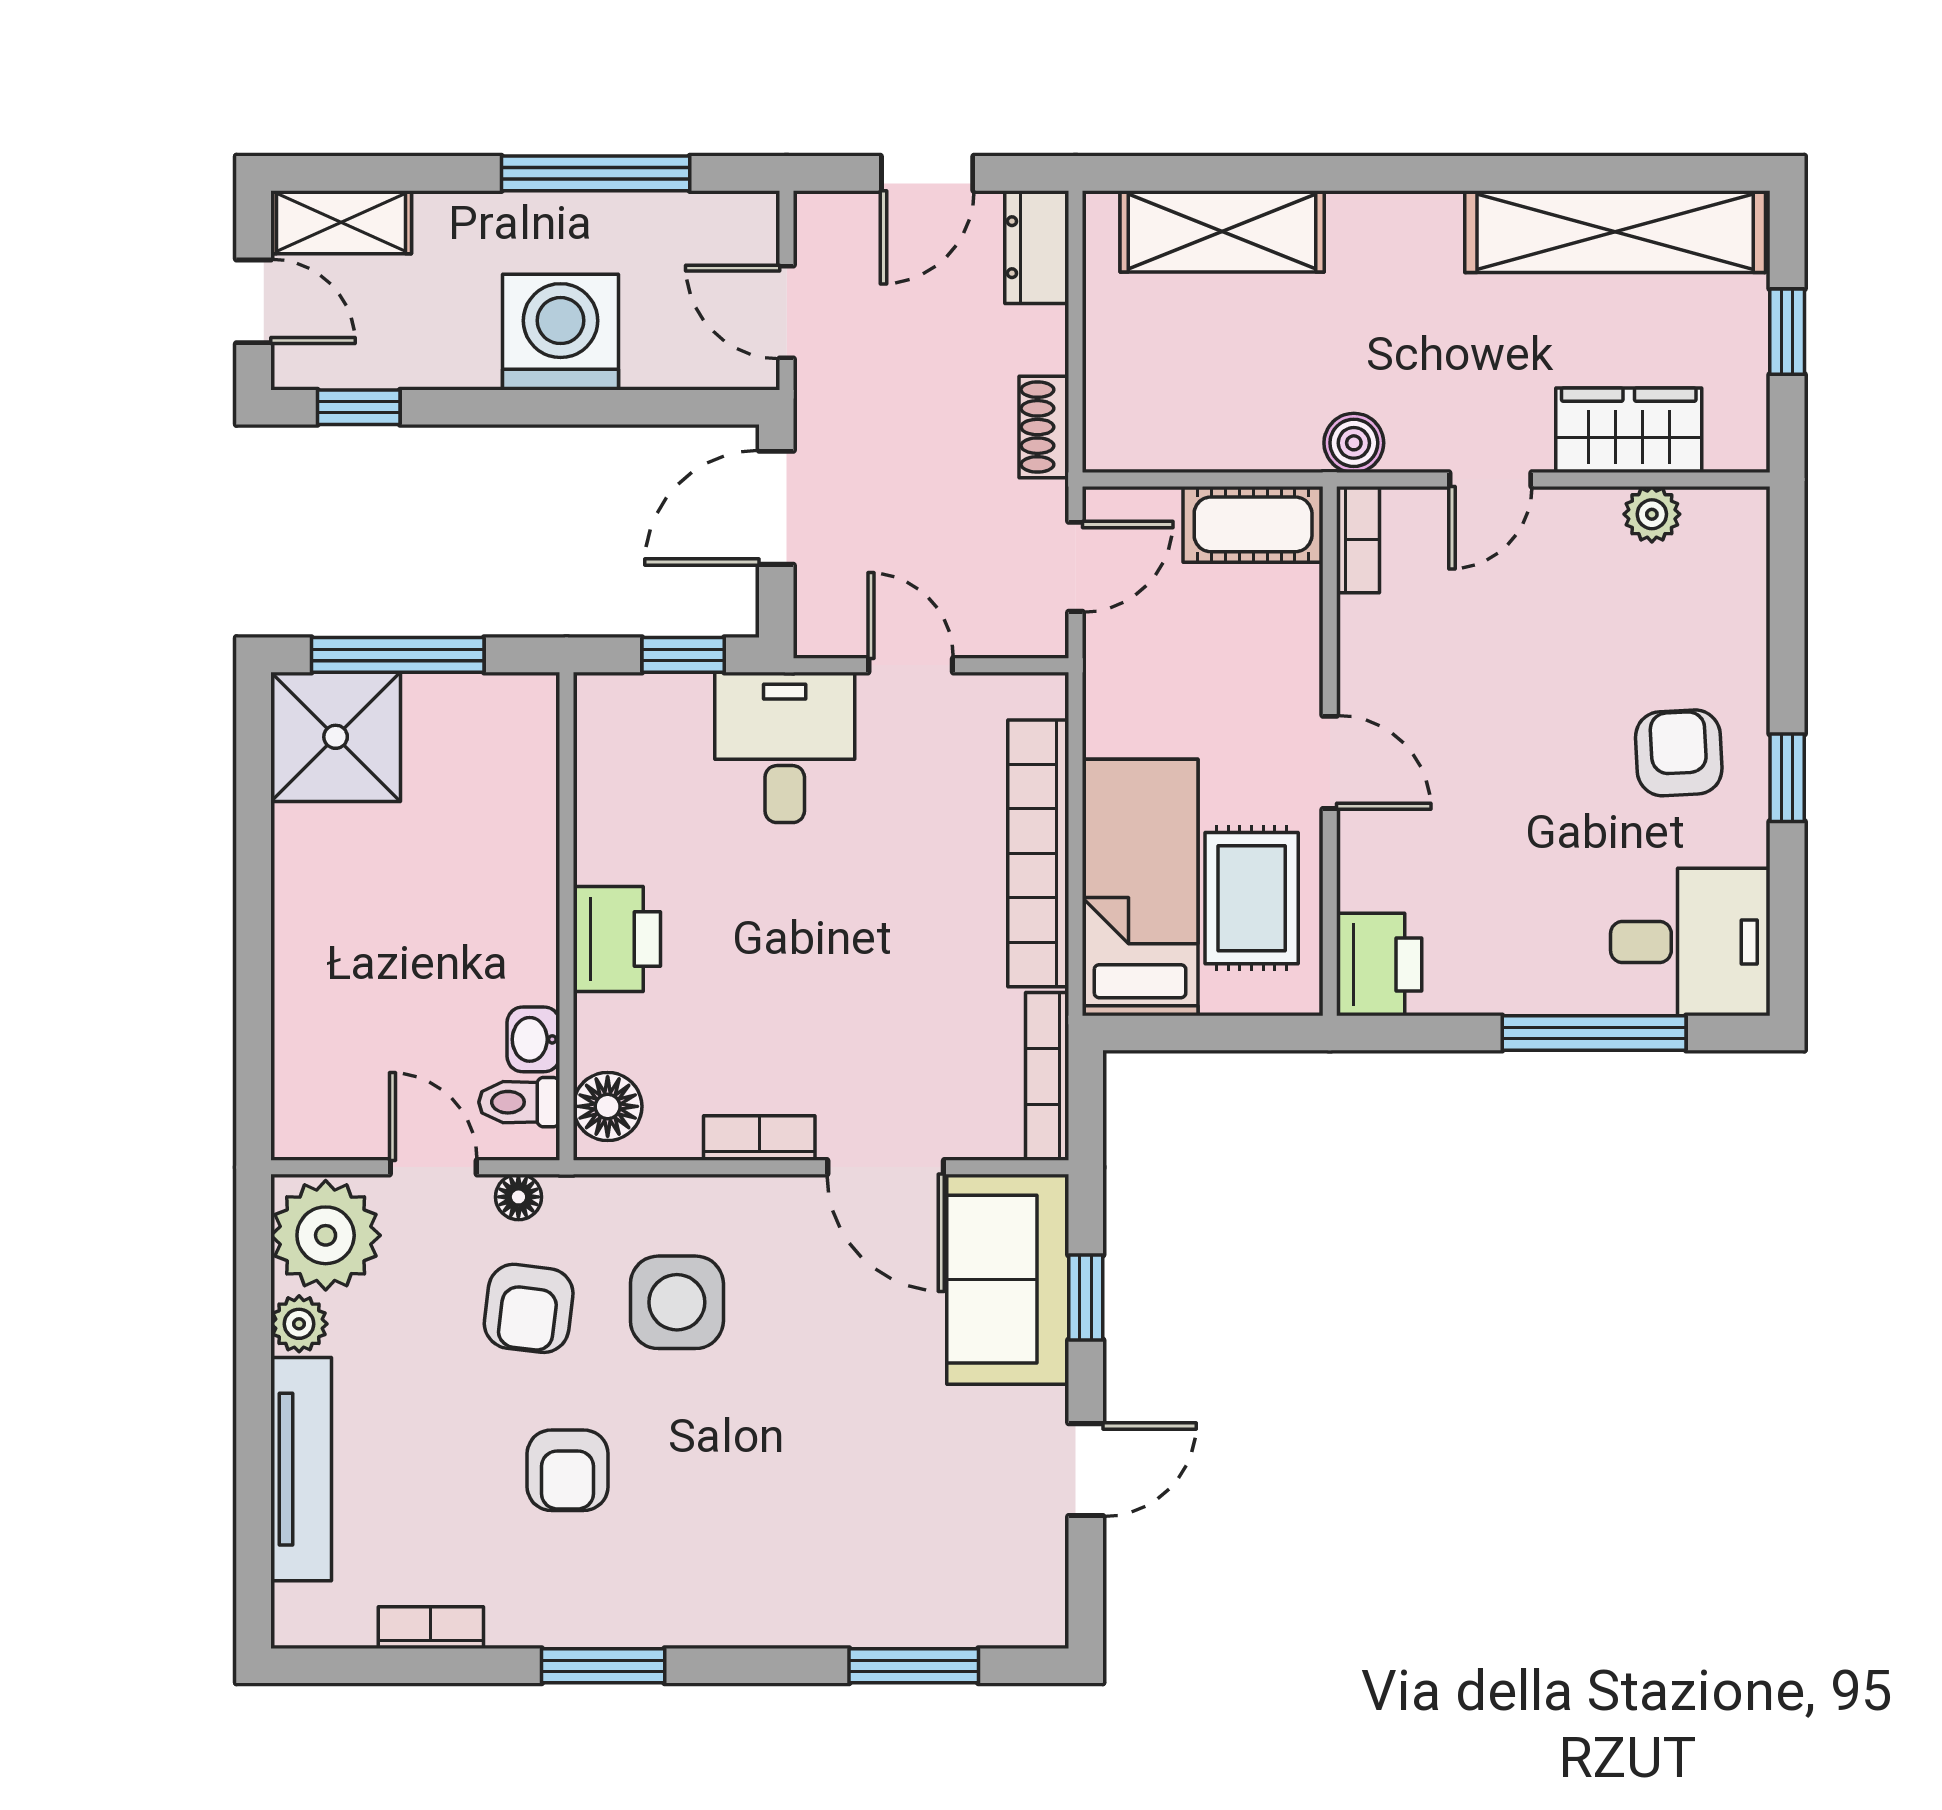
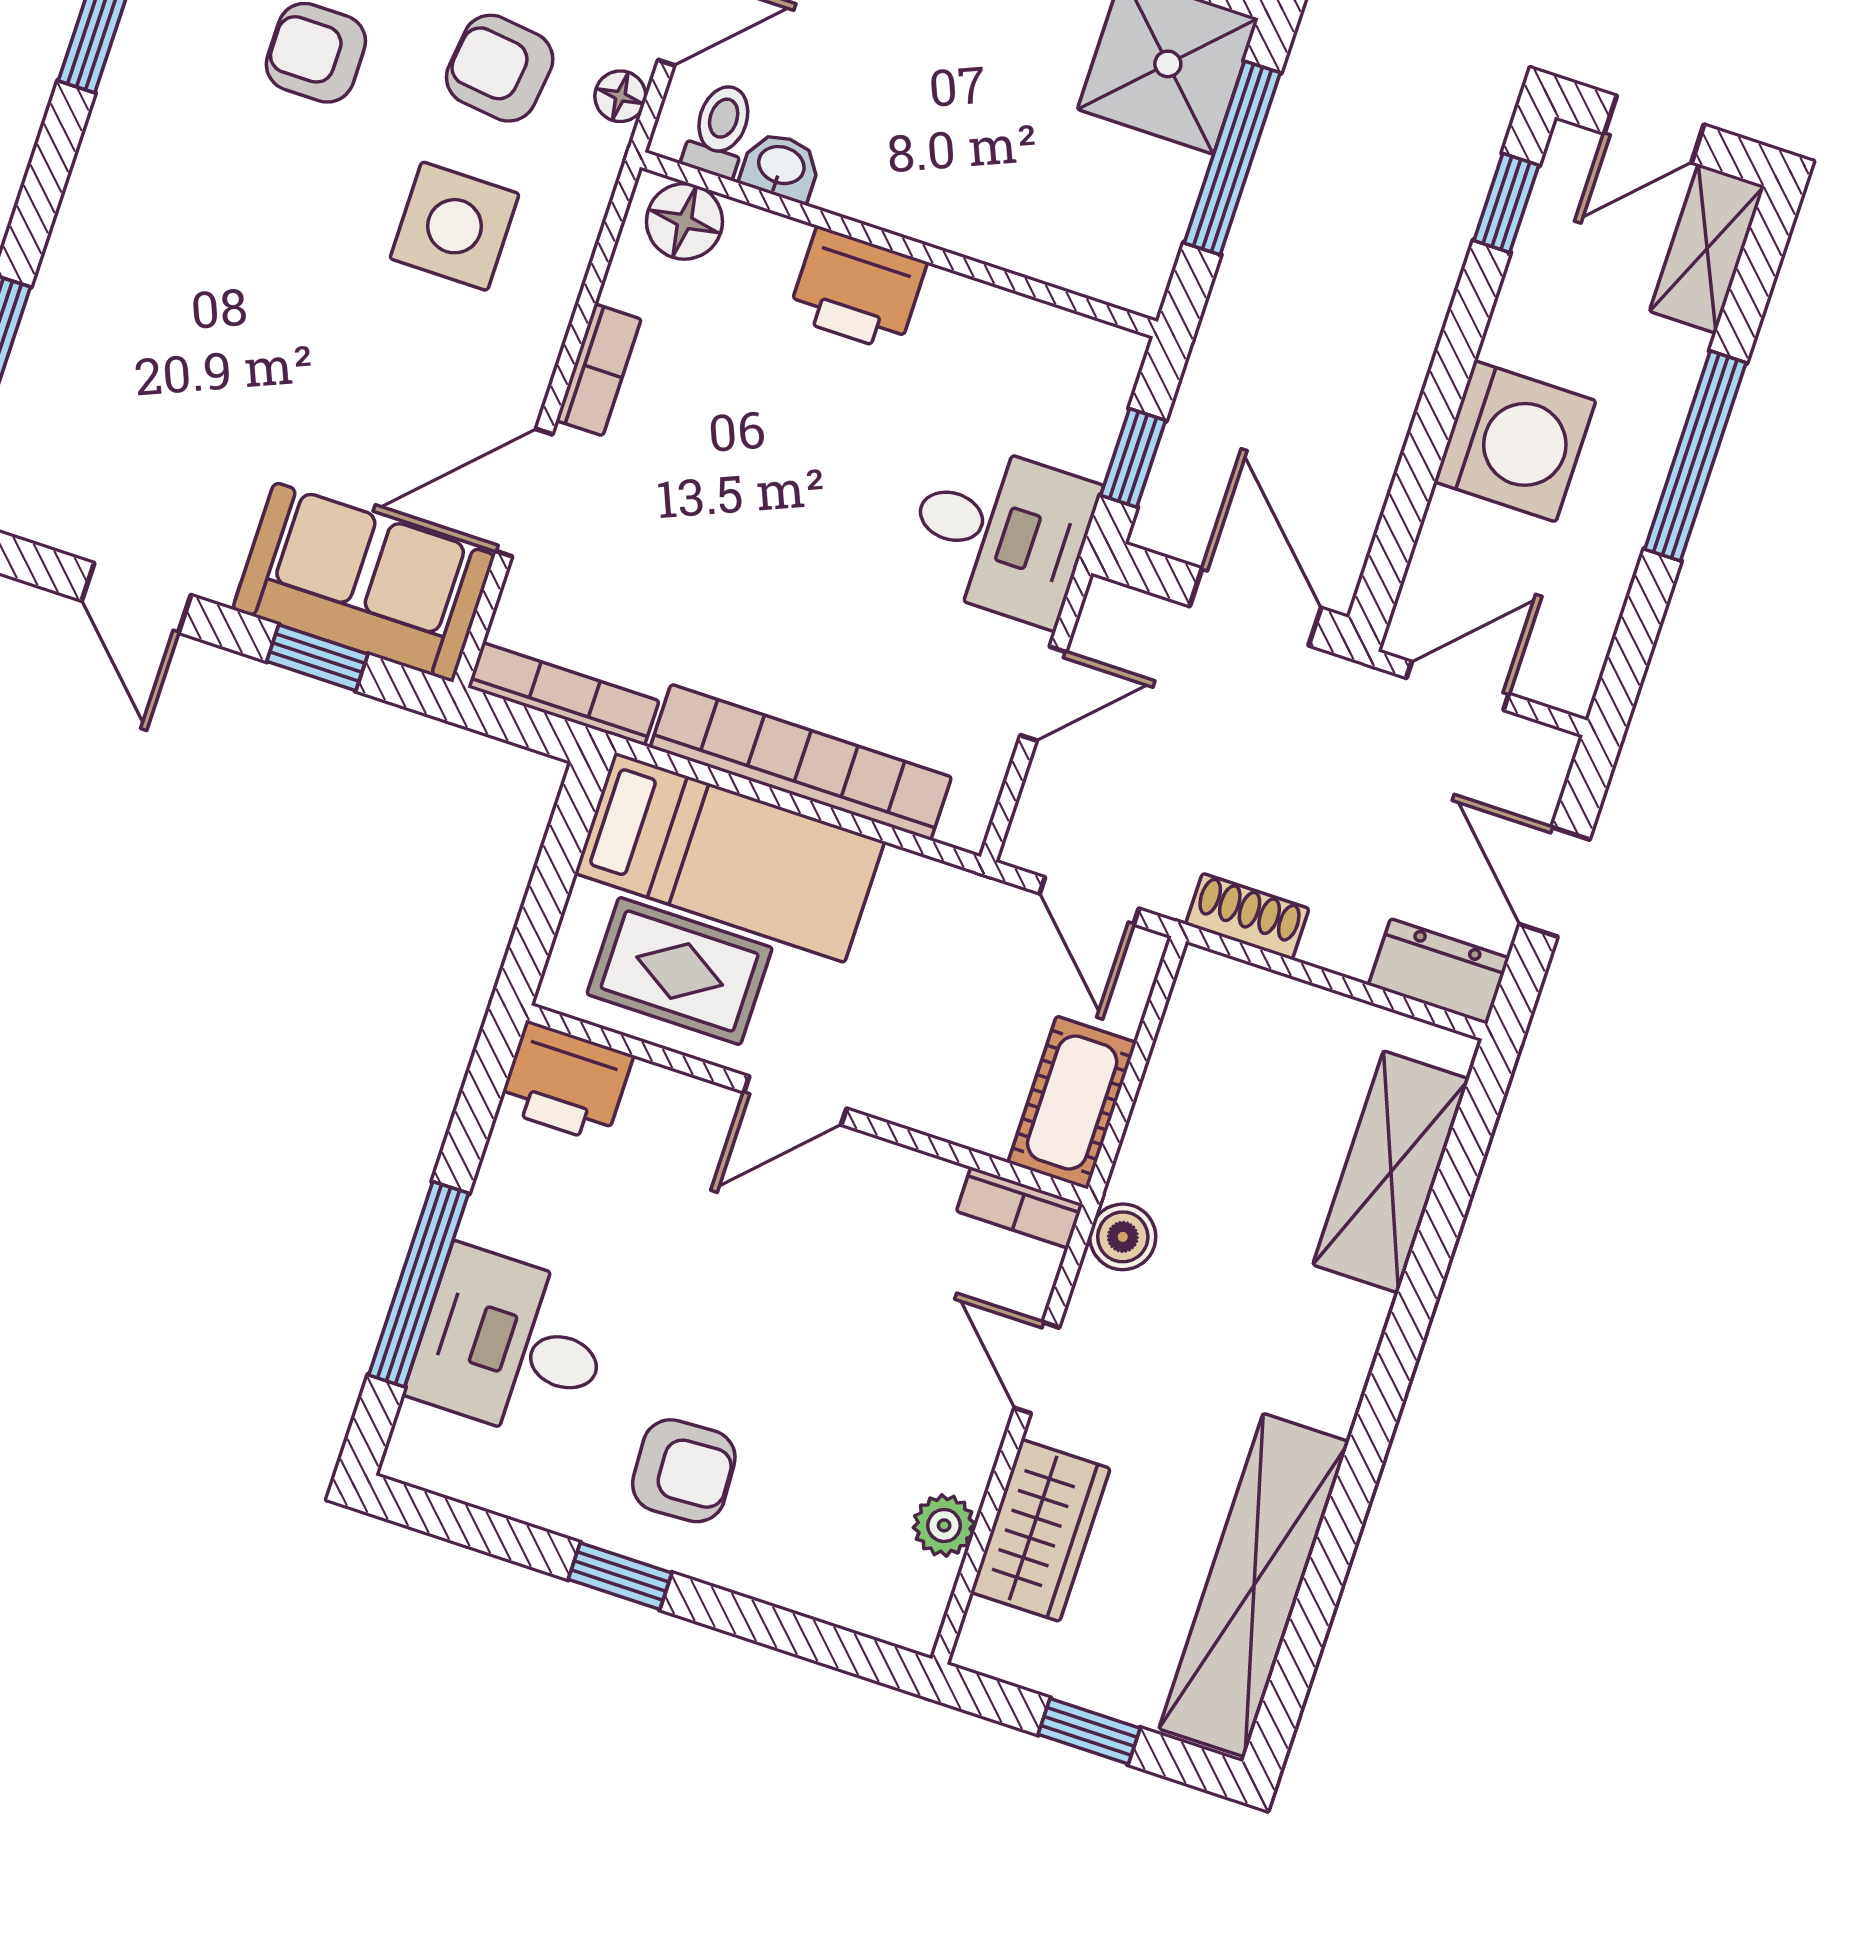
window: (596, 173) -> (1695, 456), moved
desk: (1690, 942) -> (511, 1345), moved, turned 90

